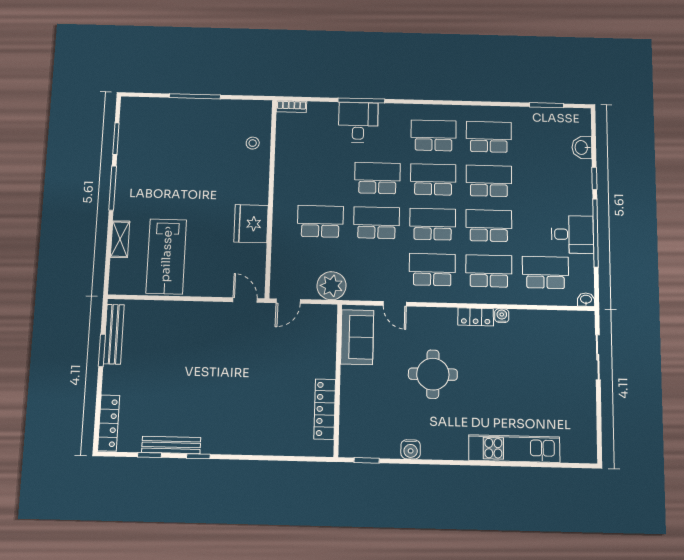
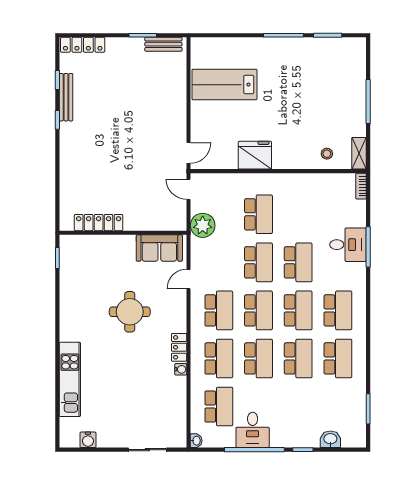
shelving: (120, 239) -> (359, 153), moved, turned 90
bench: (114, 334) -> (163, 44), width x0.73
water cooler: (411, 449) -> (88, 440), moved, turned -90

